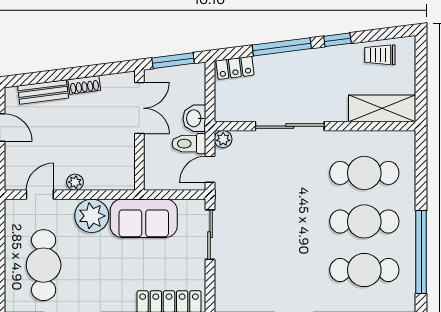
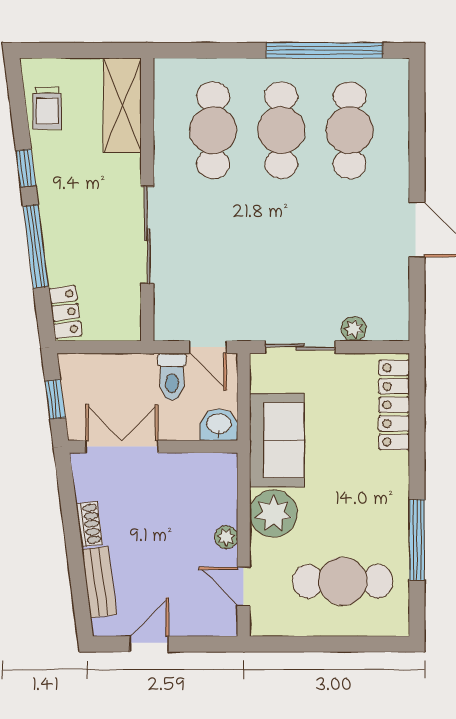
window: (173, 61) -> (55, 399), width x0.67
washbasin: (194, 118) -> (219, 425), moved, turned 180
plant: (223, 139) -> (354, 329), moved

